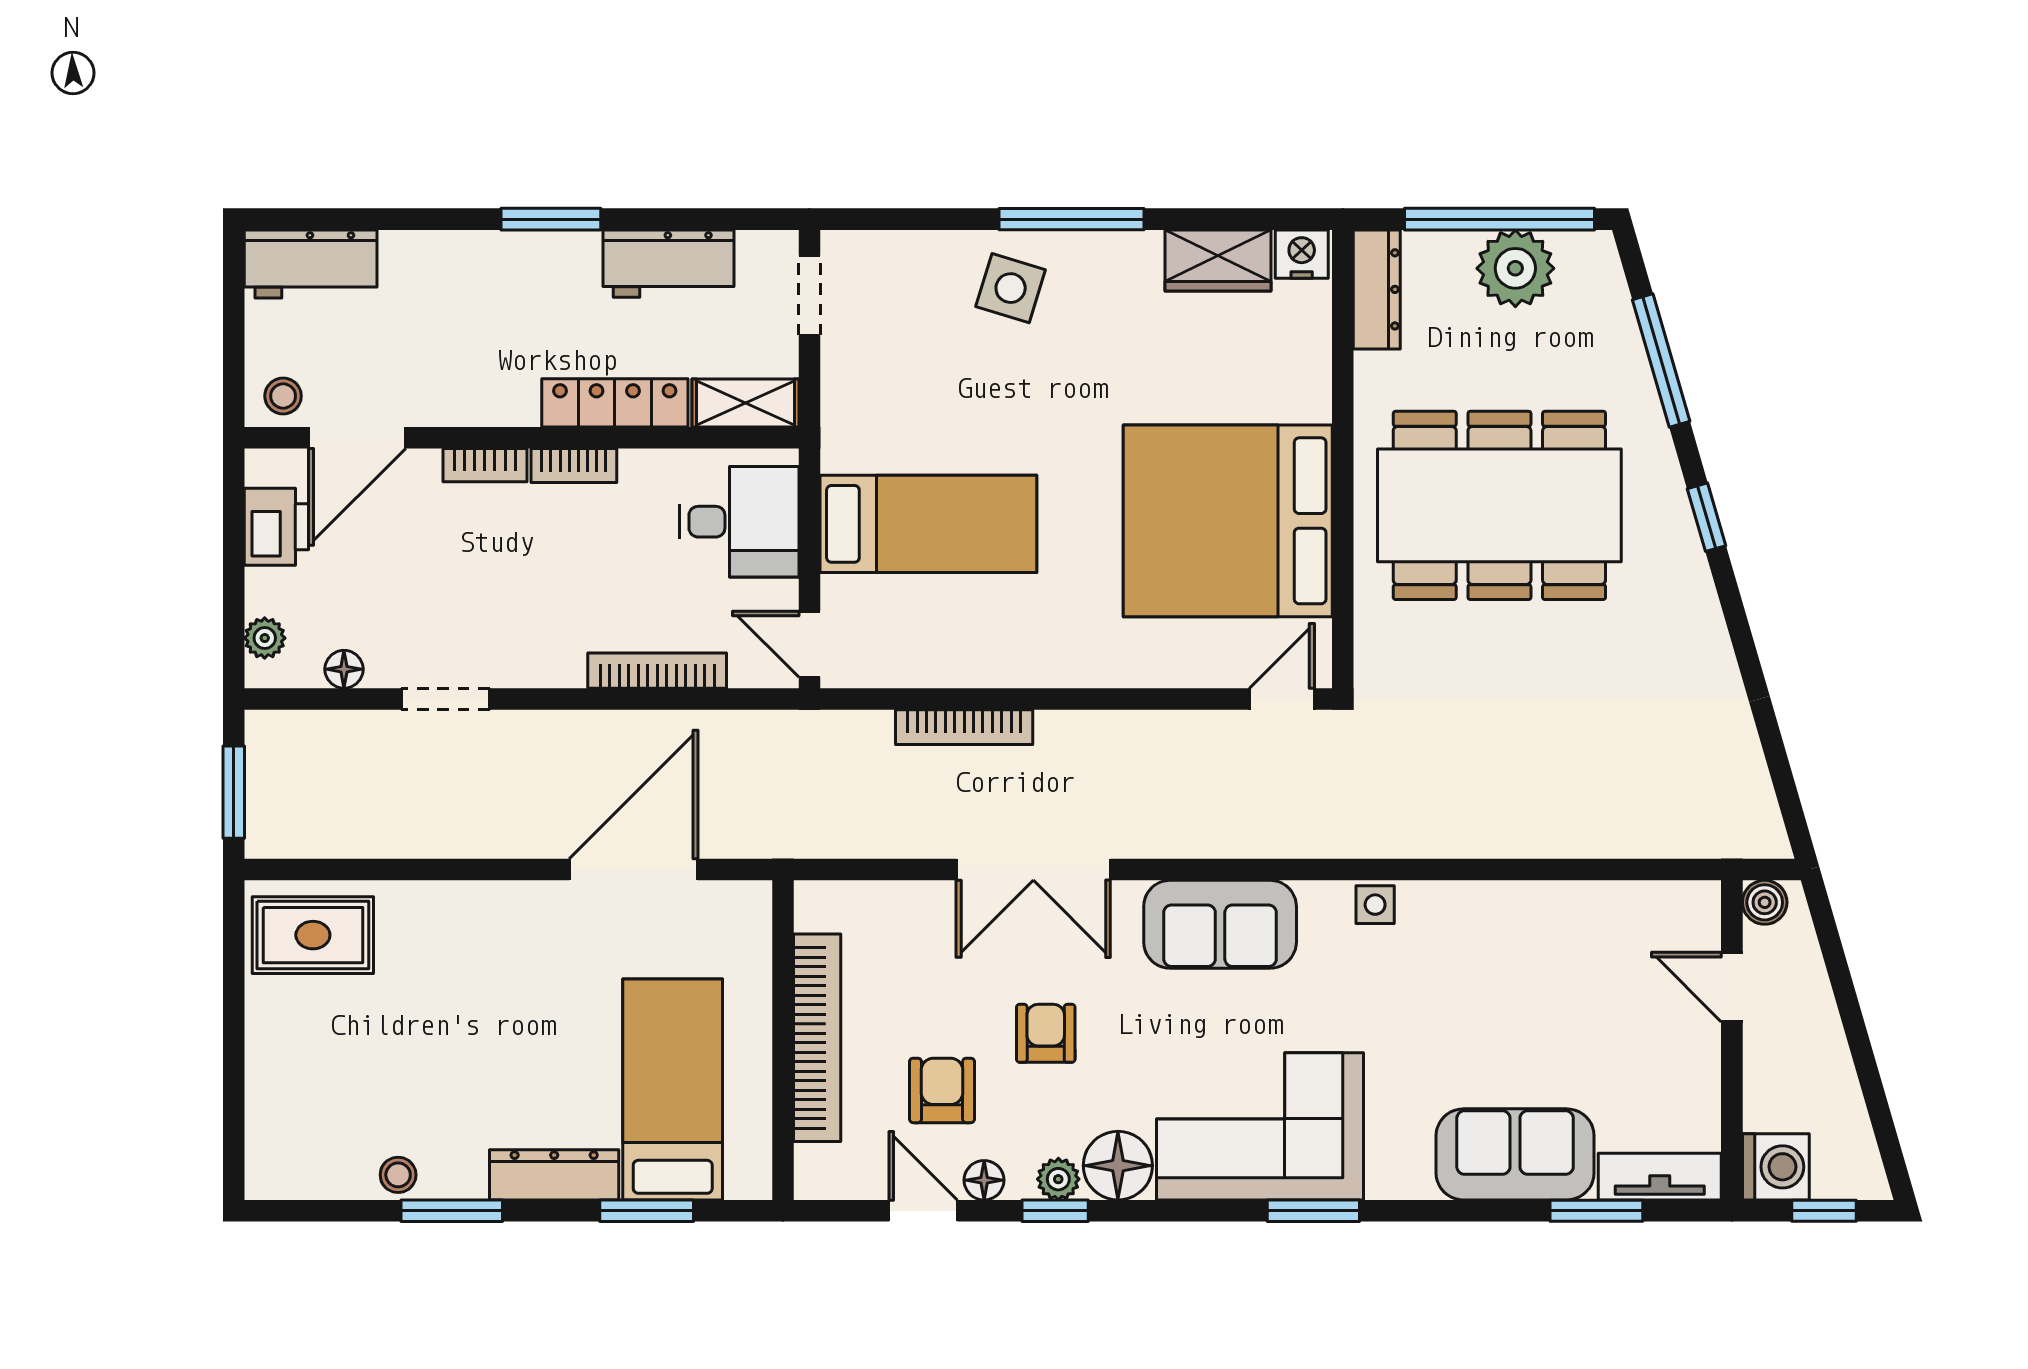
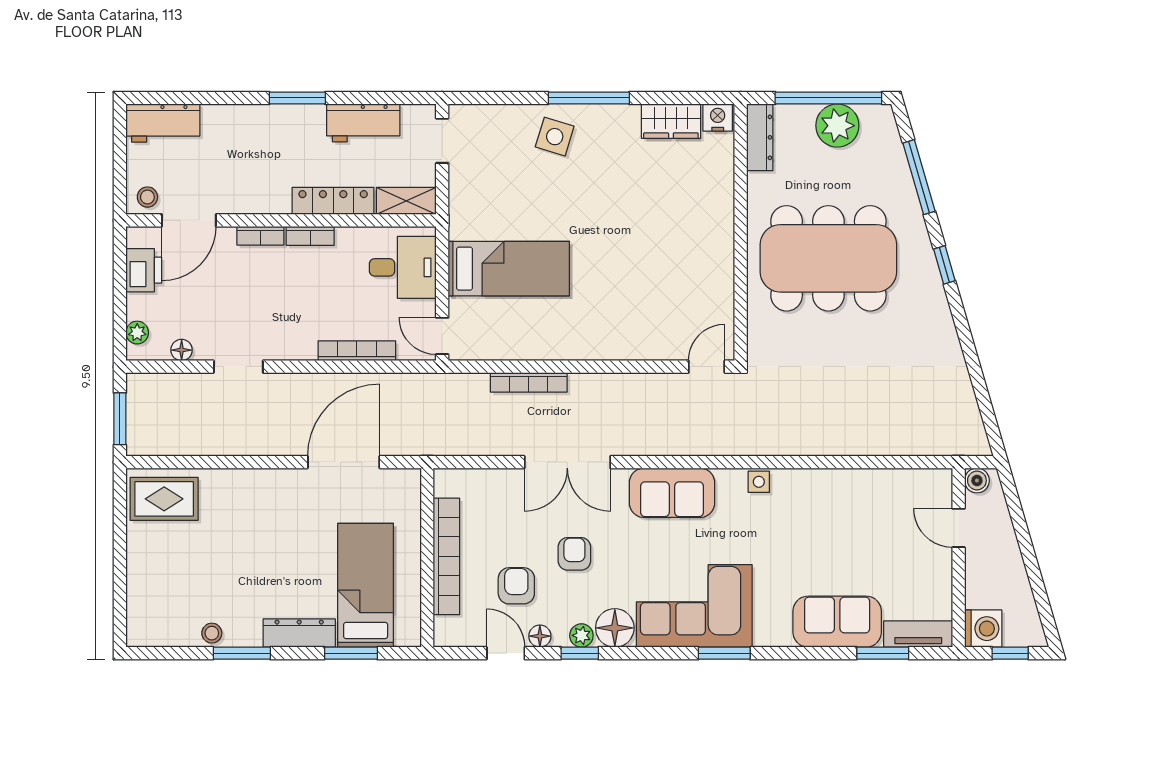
bed: (1228, 521) -> (676, 267), removed

